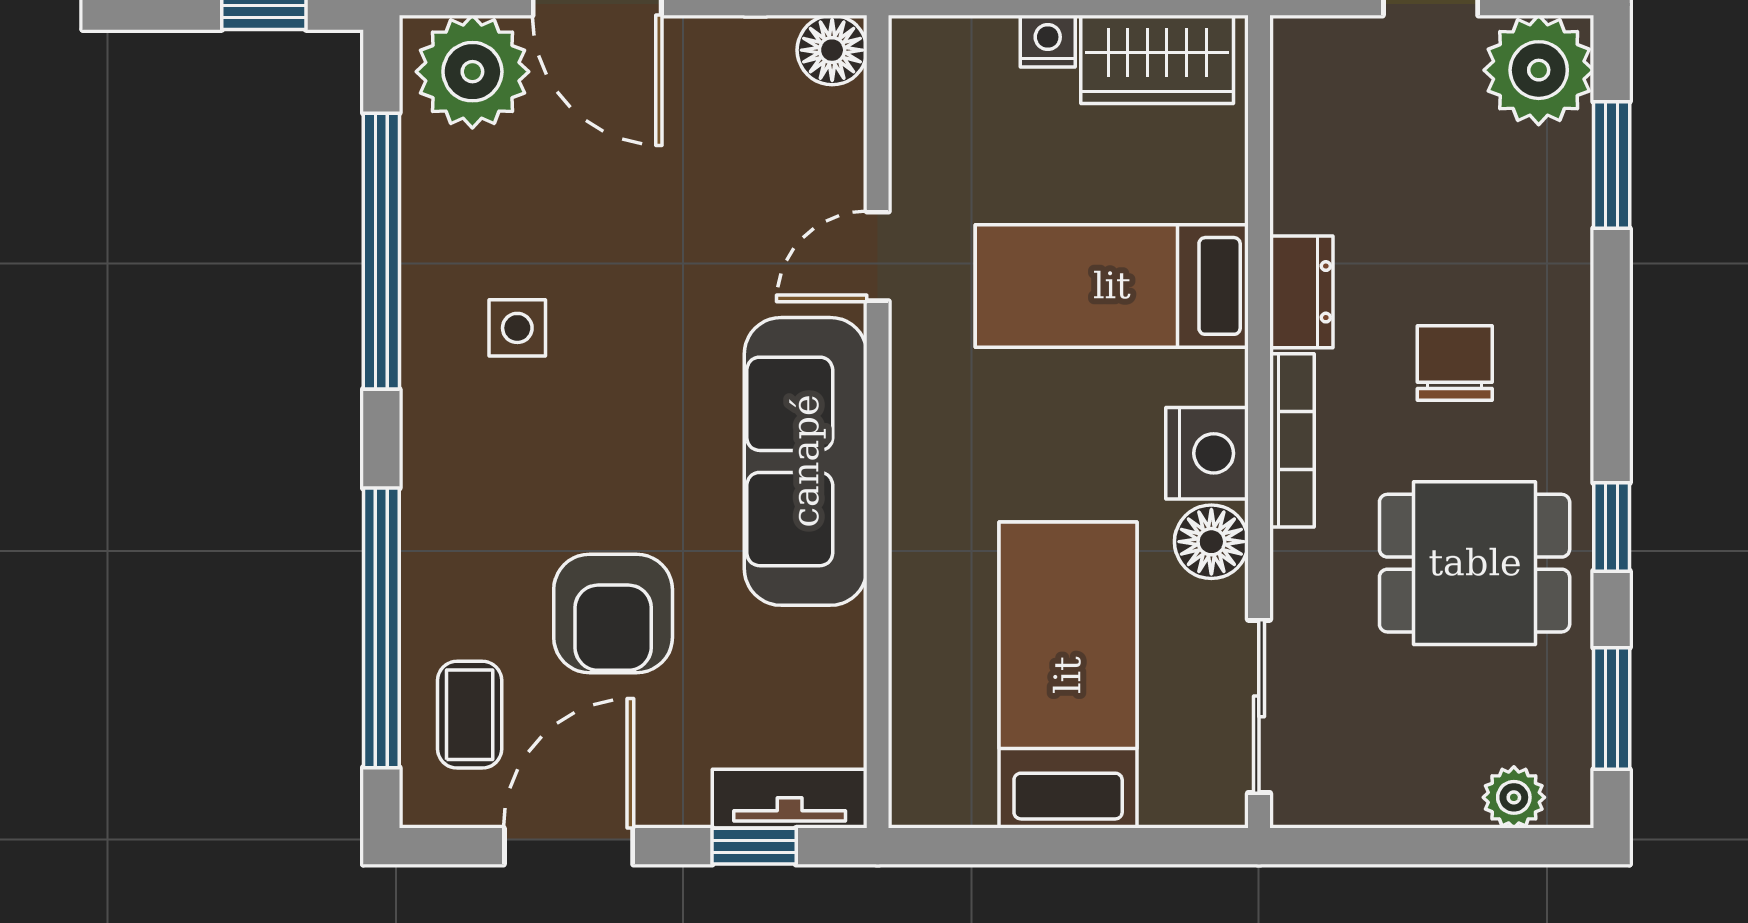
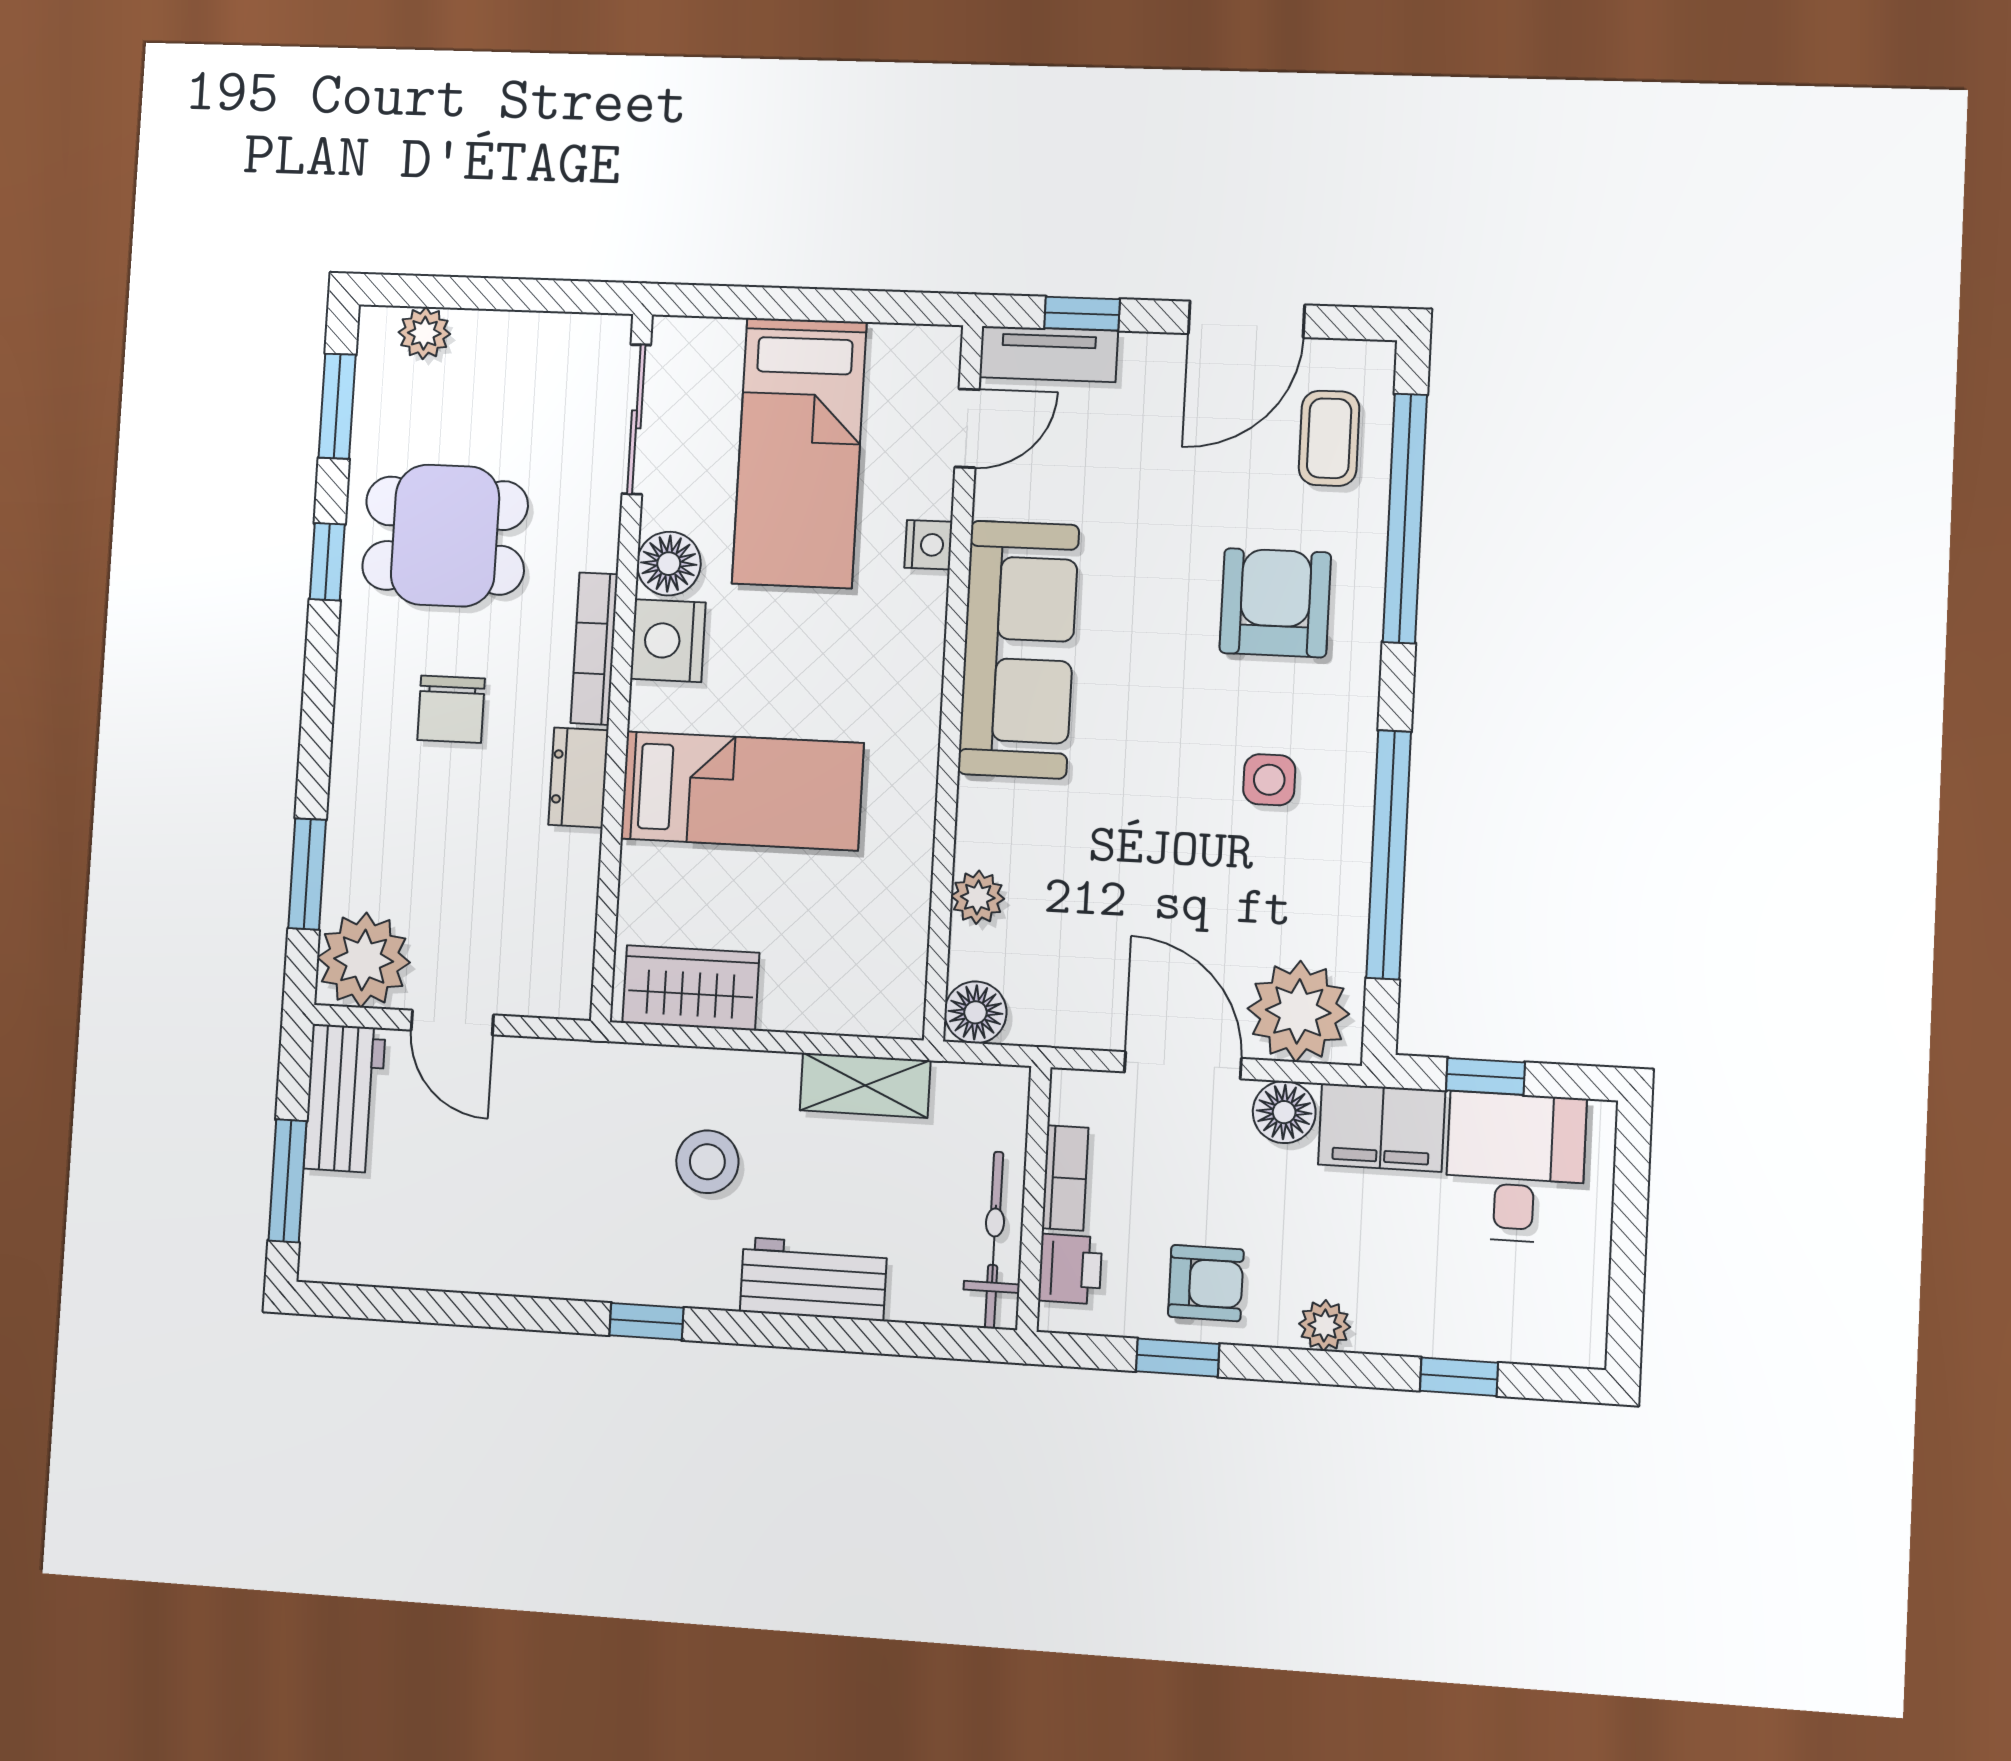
nightstand: (1048, 41) -> (928, 545), moved, turned -90
plant: (837, 179) -> (978, 897), added
door: (878, 256) -> (967, 428), moved
armchair: (613, 613) -> (1275, 603), moved

